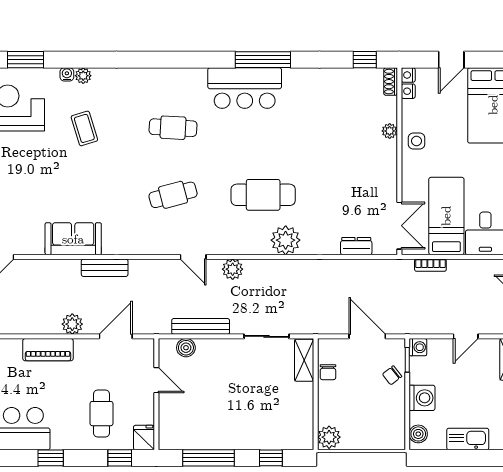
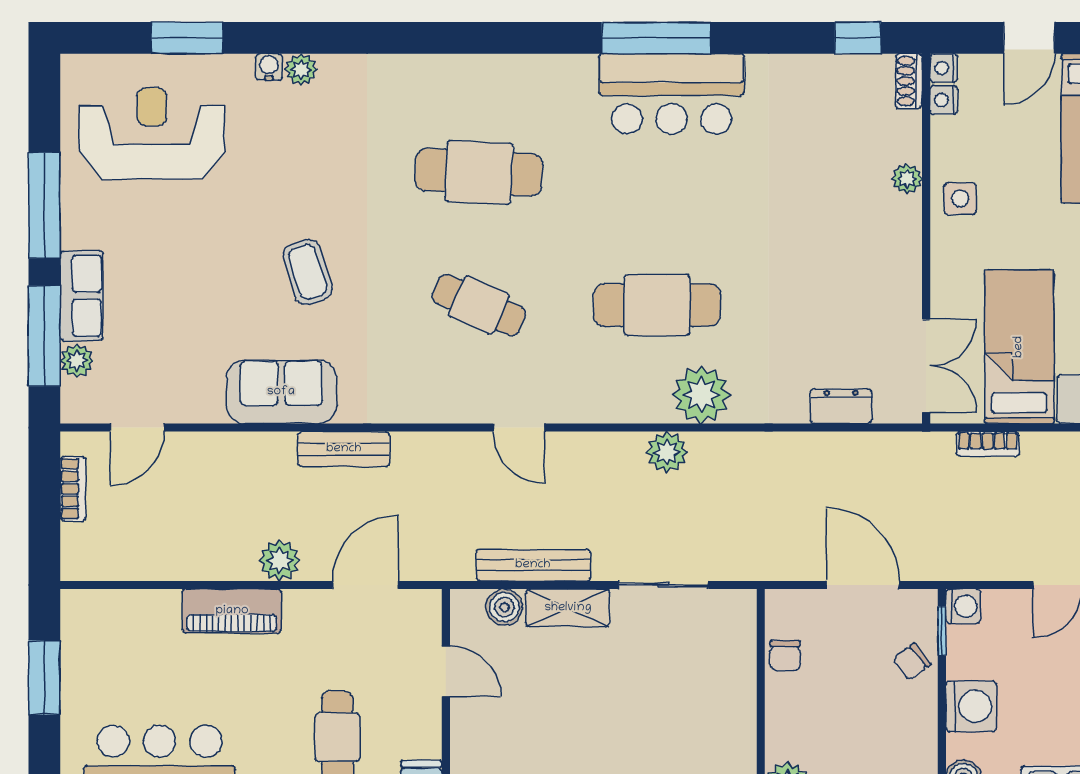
bar counter: (245, 88) -> (672, 94), moved
coffee table: (84, 128) -> (308, 272), moved
cafe table: (173, 128) -> (479, 172), width x1.37, depth x1.35
cafe table: (173, 195) -> (479, 305), turned 39
plant: (233, 269) -> (667, 452), moved
shelving: (304, 360) -> (568, 608), moved, turned 90

